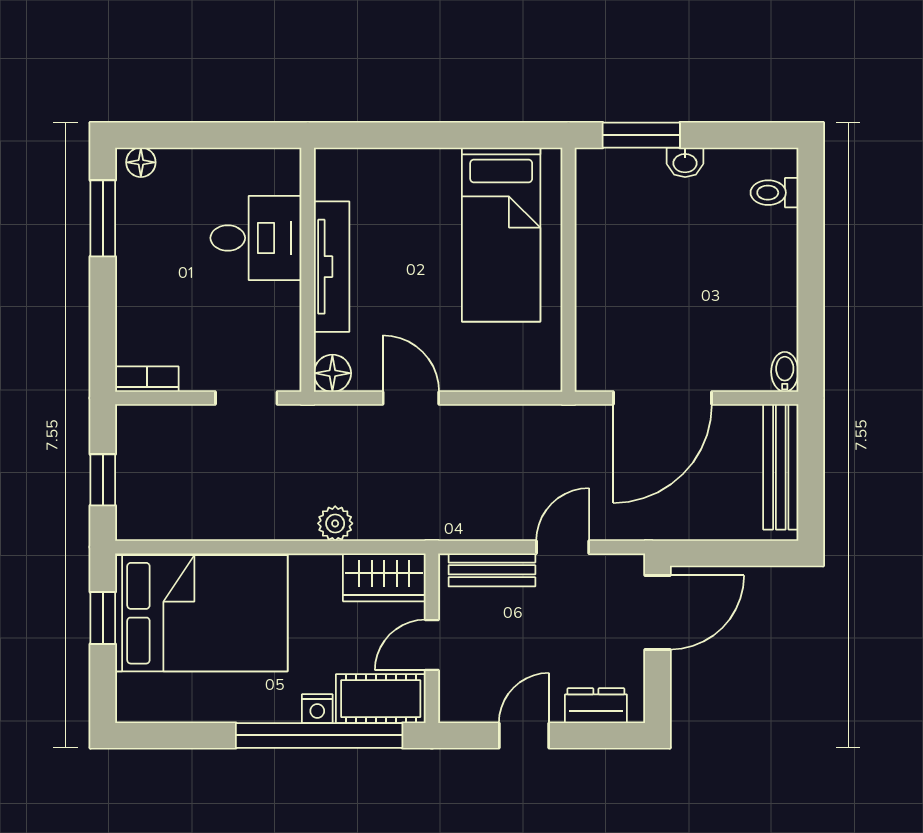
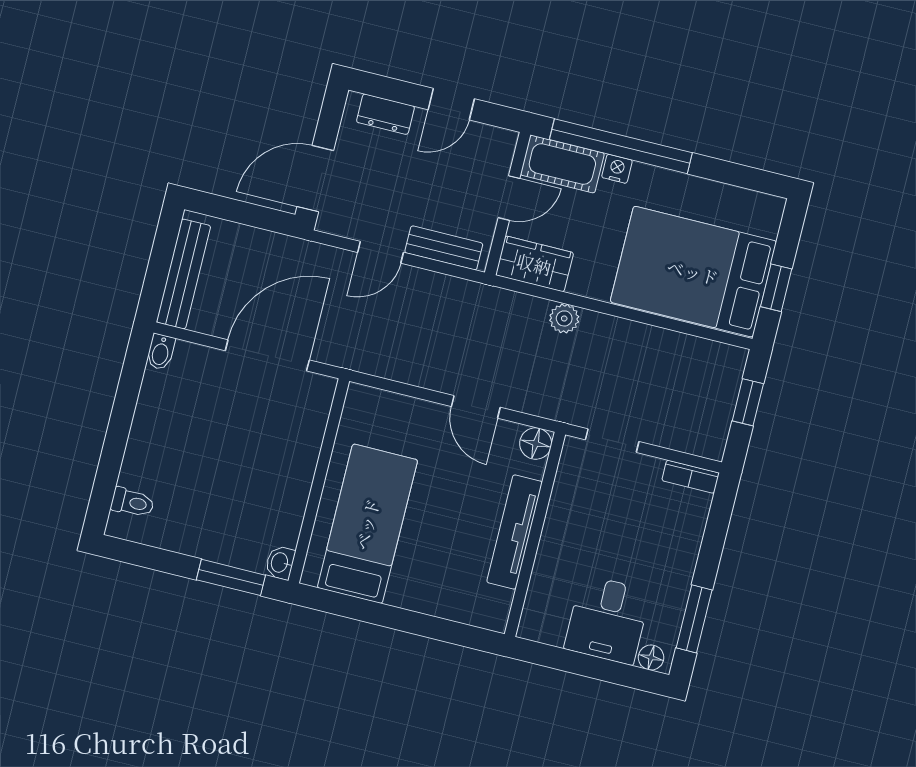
washbasin: (685, 162) -> (280, 563), moved, turned -90
desk: (256, 238) -> (607, 620), moved, turned -90

